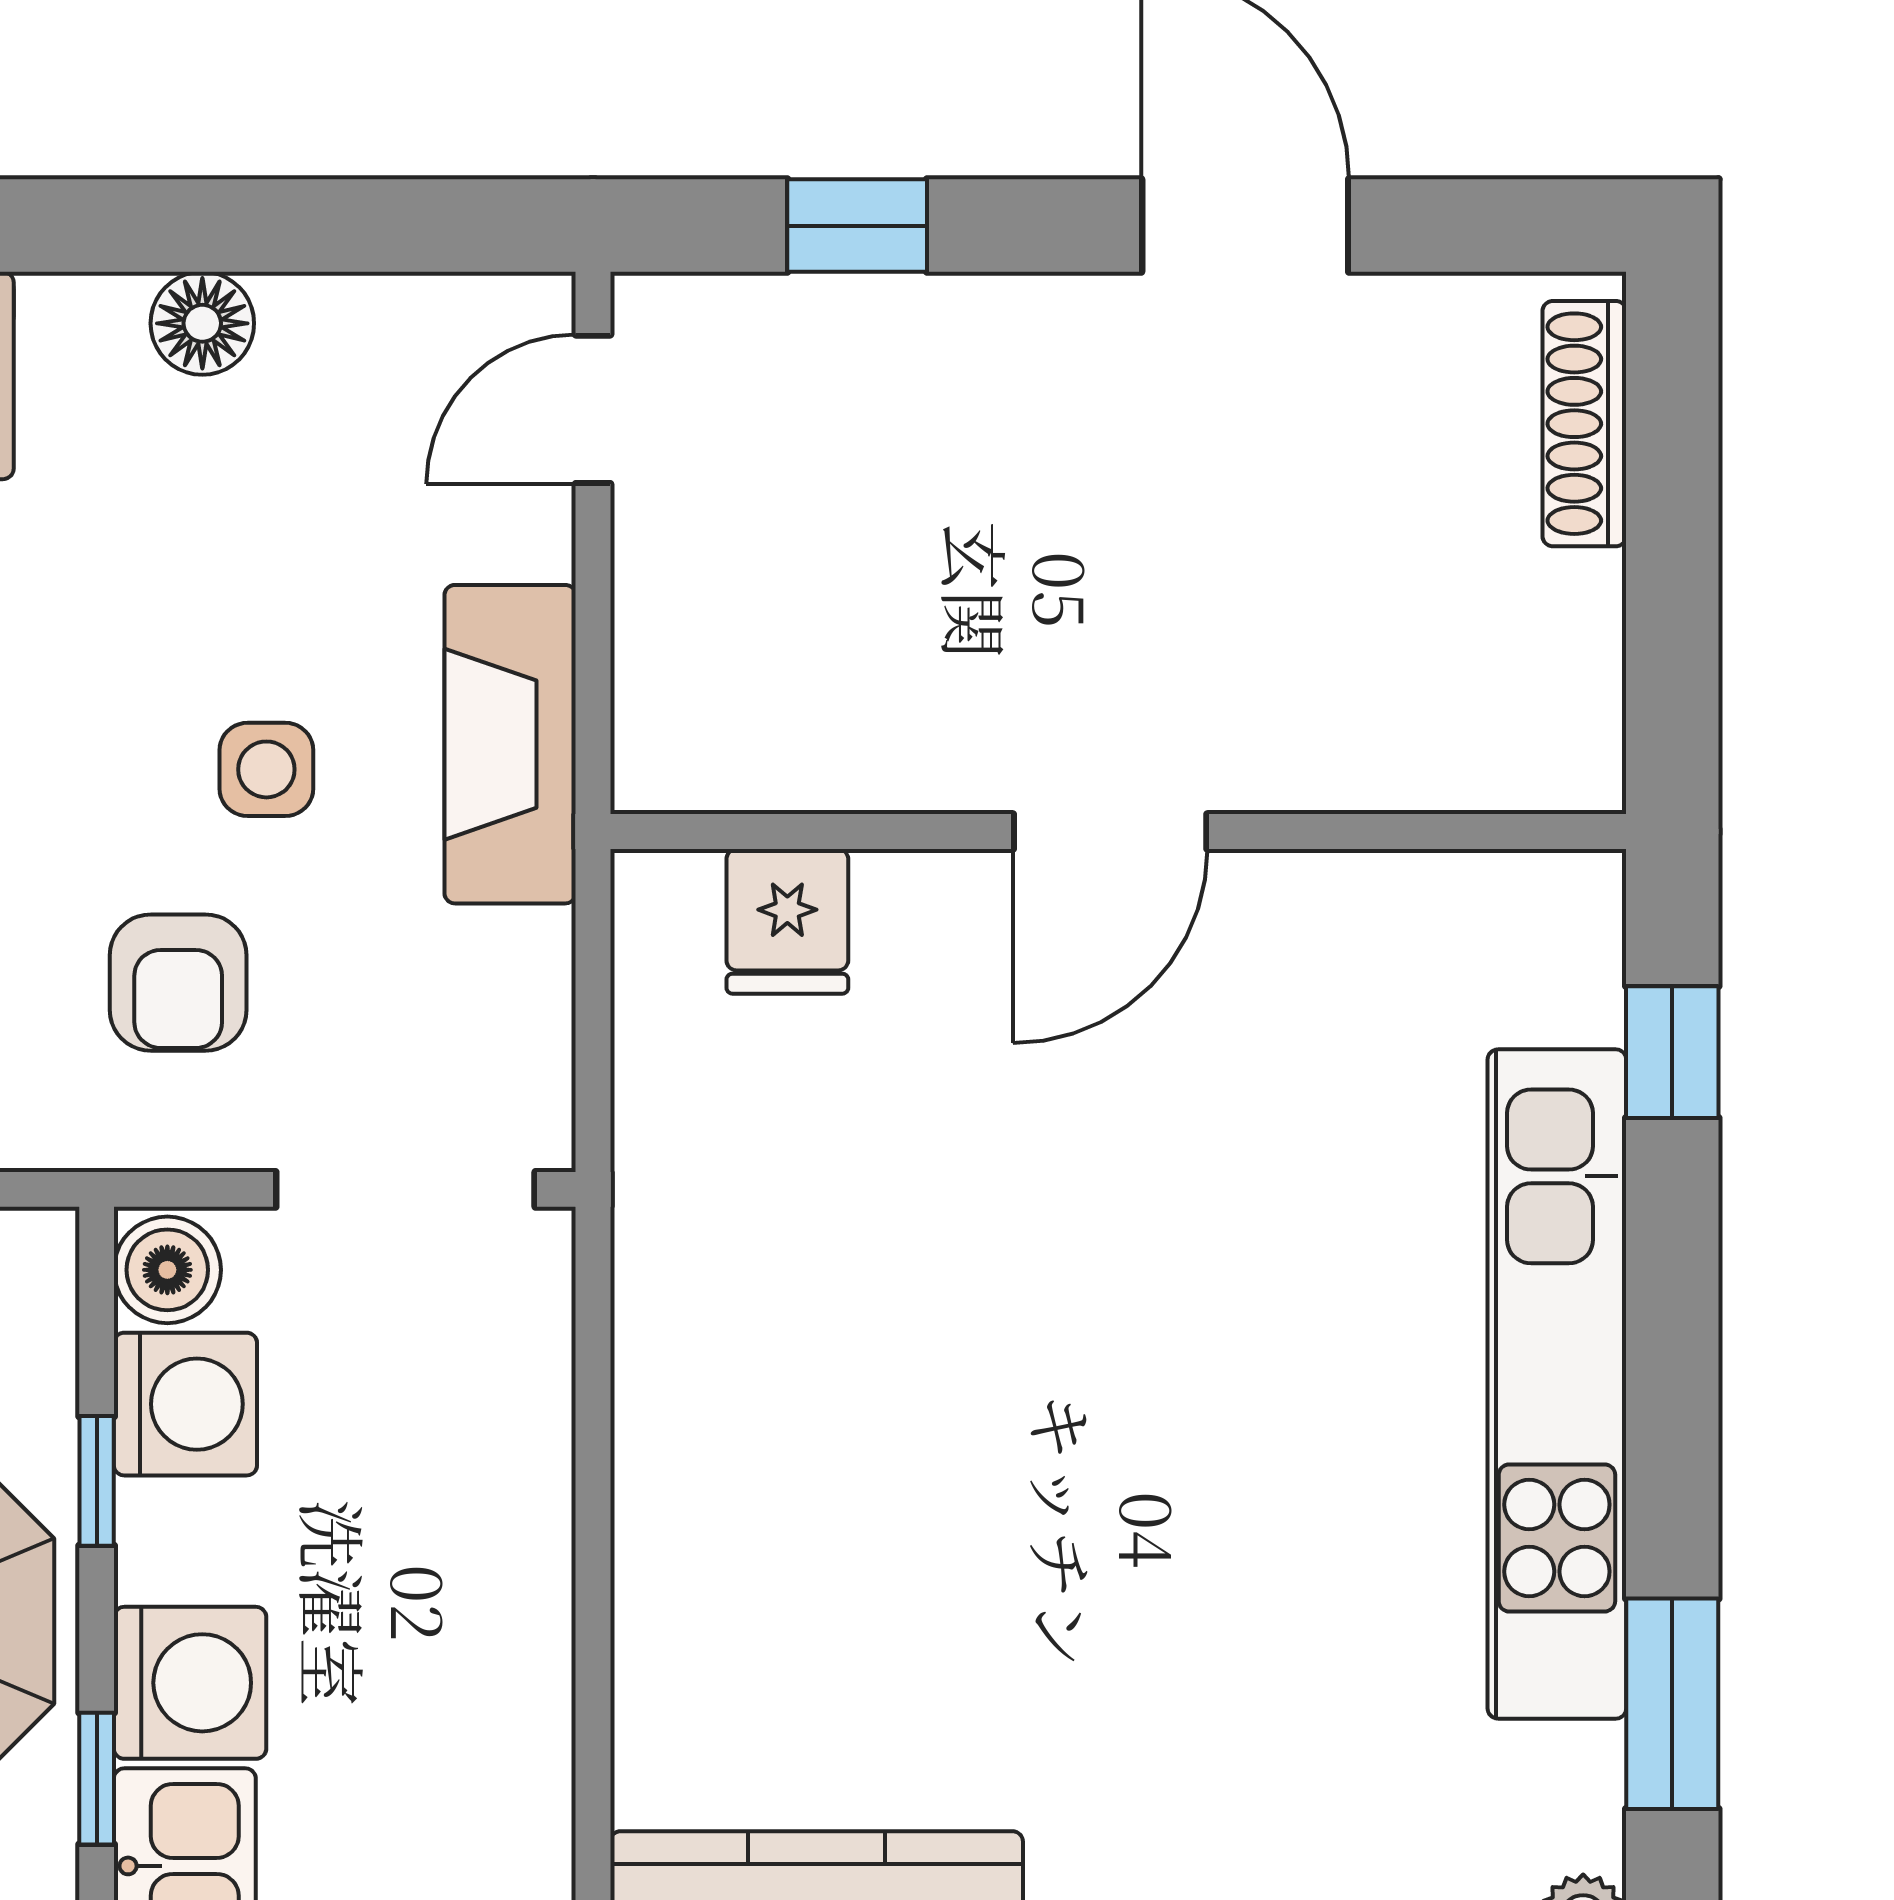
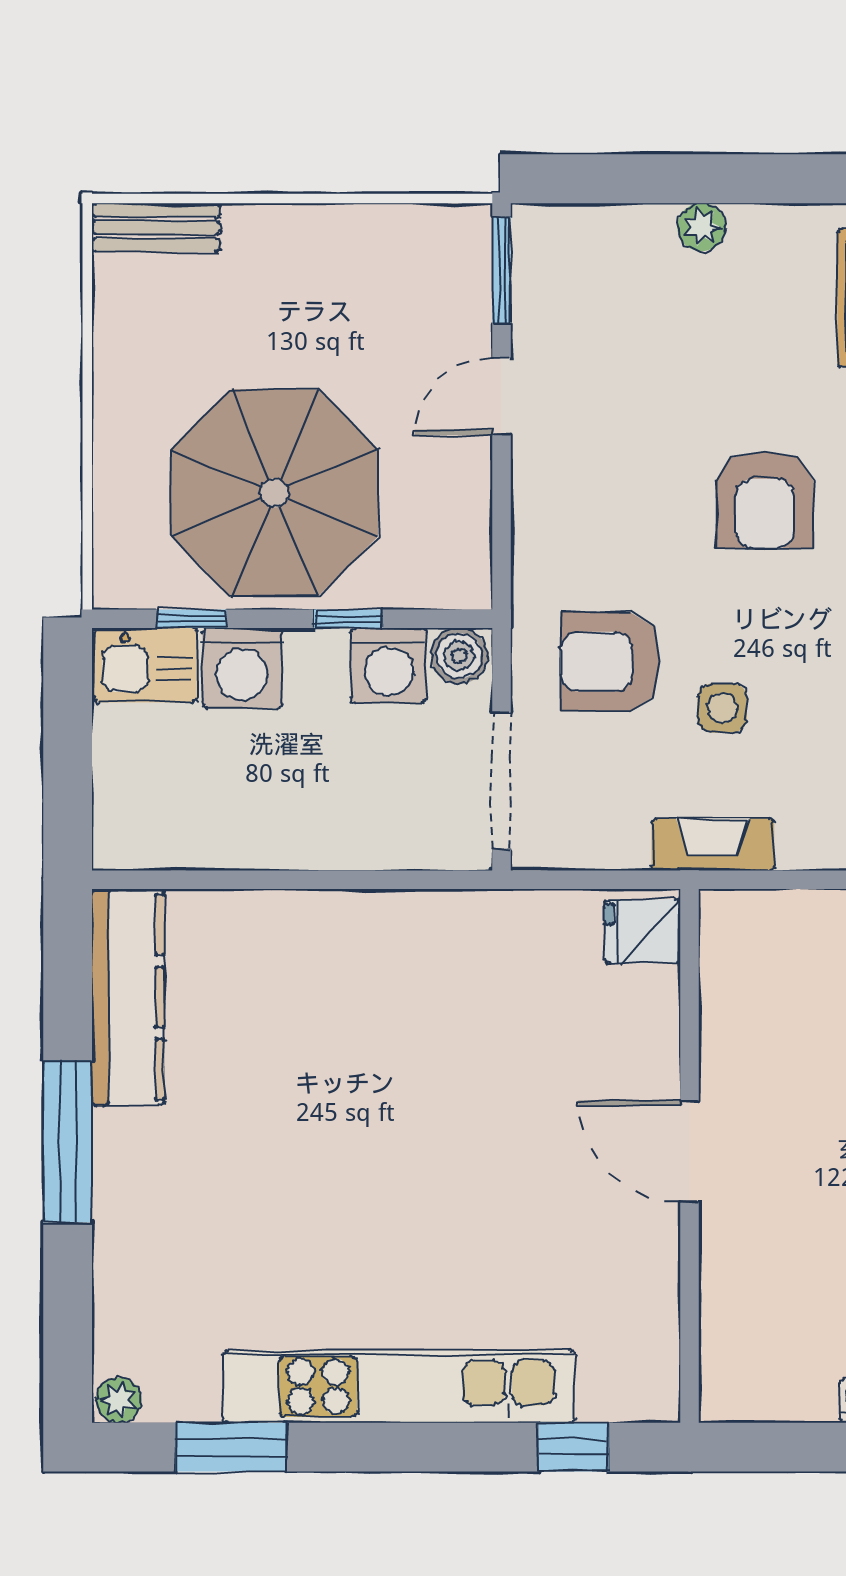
fireplace: (510, 744) -> (713, 844), width x0.73, depth x0.76
fridge: (787, 921) -> (642, 931), moved
armchair: (178, 983) -> (610, 662), width x1.38, depth x1.38

